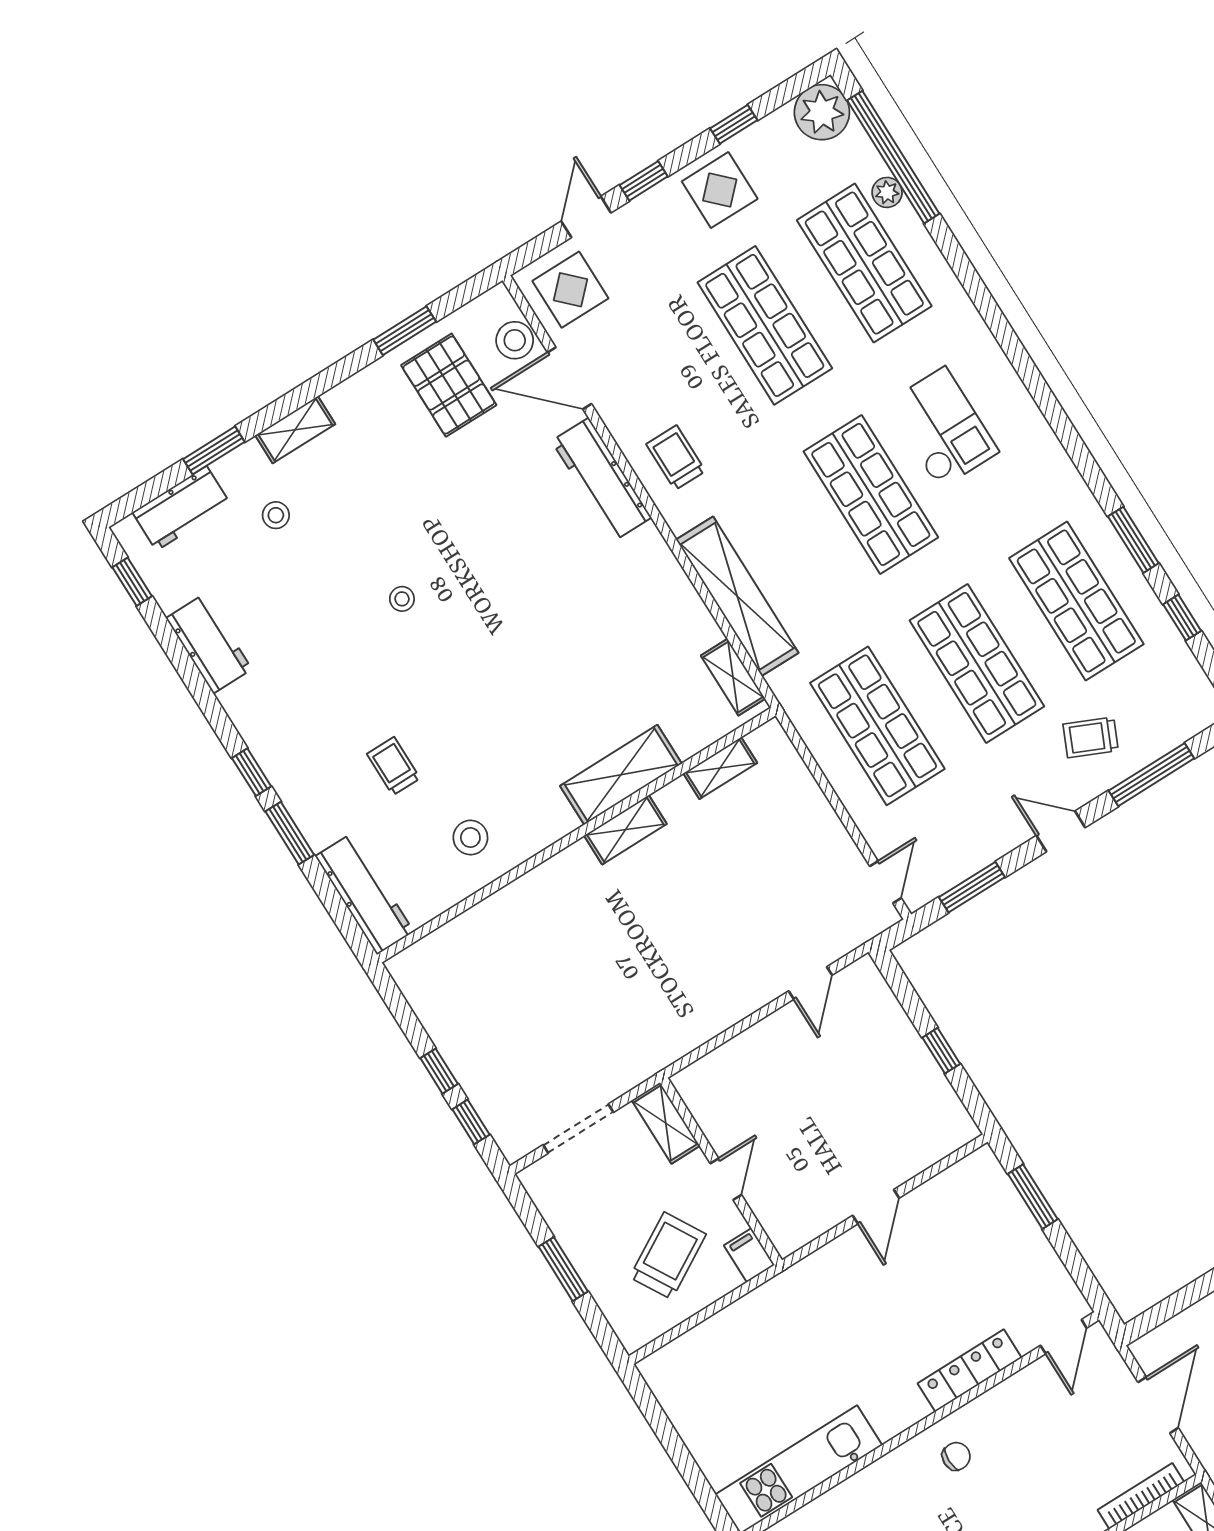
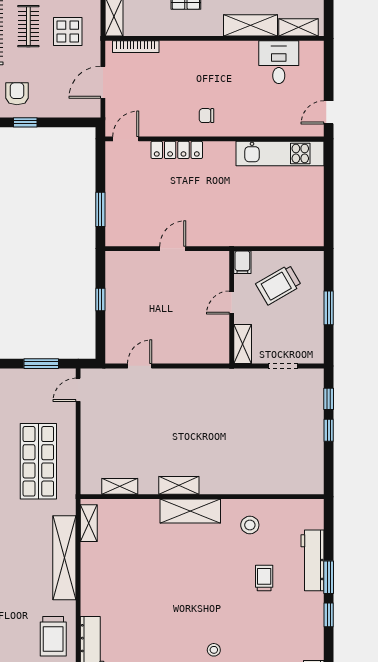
trolley: (676, 458) -> (53, 636), width x1.36, depth x1.39
trolley: (393, 766) -> (264, 578), turned 180
shelving: (621, 775) -> (190, 511), moved
workbench: (365, 894) -> (312, 560), moved
doorway: (578, 1129) -> (283, 366), width x0.73

